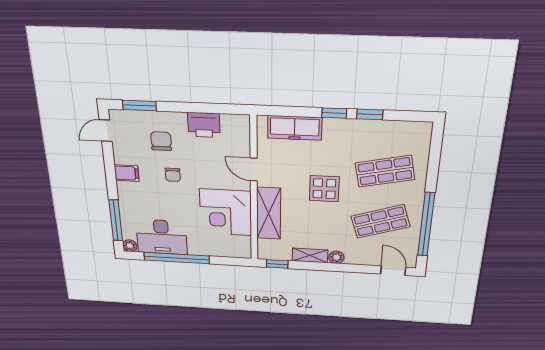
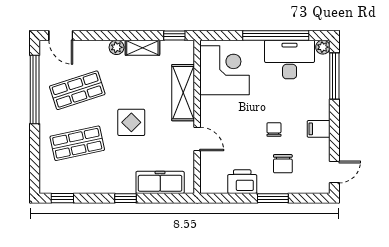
window: (139, 106) -> (273, 198), moved
window: (370, 114) -> (62, 198), moved
corner desk: (226, 212) -> (225, 70), moved

